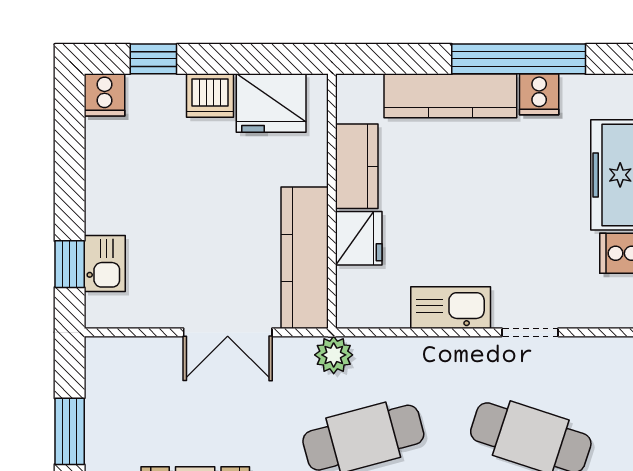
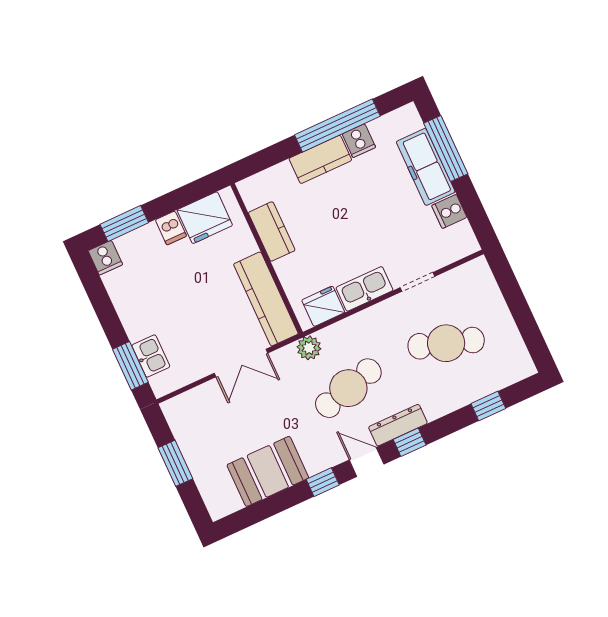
window: (153, 59) -> (124, 224), width x1.50
dishwasher: (210, 96) -> (171, 228), width x0.73
kitchen counter: (450, 96) -> (320, 159), width x0.67
fridge: (359, 238) -> (323, 306), moved, turned -90
window: (70, 264) -> (130, 366), width x1.50

